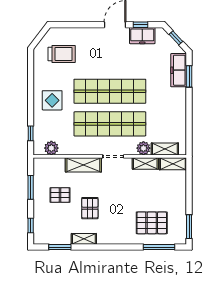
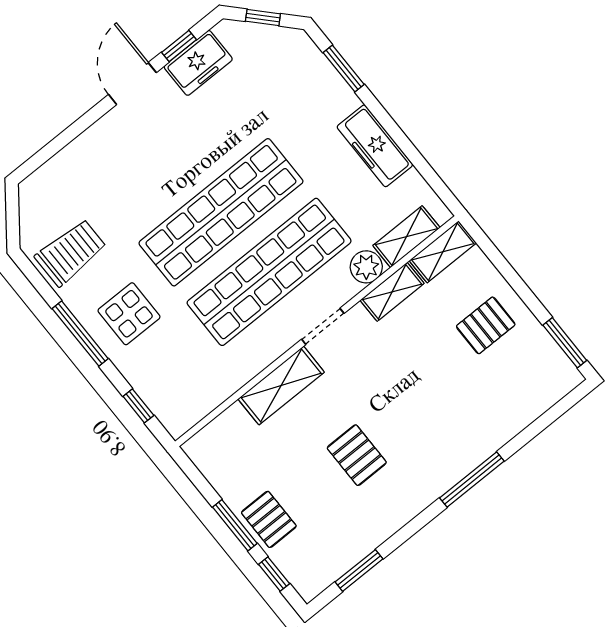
trolley: (62, 54) -> (71, 252), moved
freezer: (179, 70) -> (375, 146), moved
window: (31, 94) -> (80, 334), added
plant: (51, 148) -> (198, 402), removed
window: (31, 187) -> (235, 525), moved
pallet: (60, 195) -> (269, 519), moved, turned 90
pallet: (152, 223) -> (486, 325), moved, width x0.67, depth x0.71
shelving: (84, 239) -> (391, 520), removed
window: (159, 247) -> (472, 479), moved

